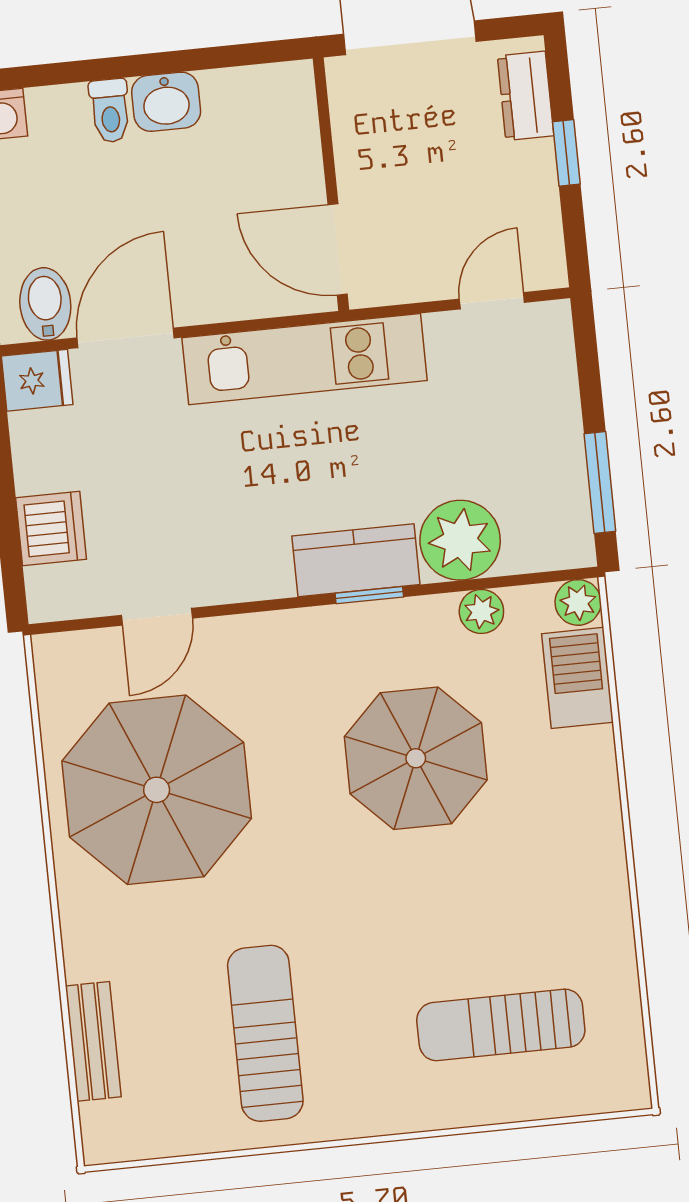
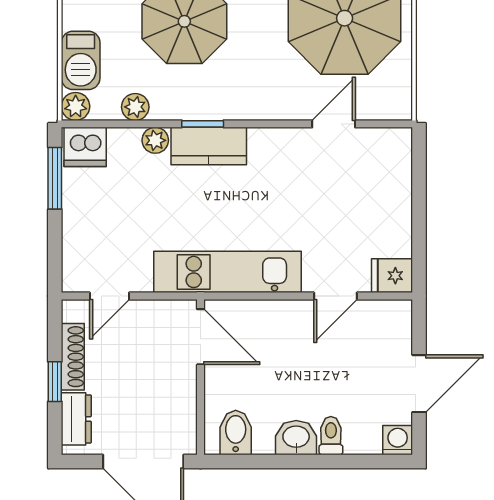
shoe rack: (541, 196) -> (73, 357), added
bidet: (45, 304) -> (236, 433), moved, turned 180
door: (126, 338) -> (335, 296), width x0.73
dishwasher: (51, 528) -> (85, 147), moved, turned -90
plant: (460, 540) -> (155, 140), width x0.53, depth x0.53

